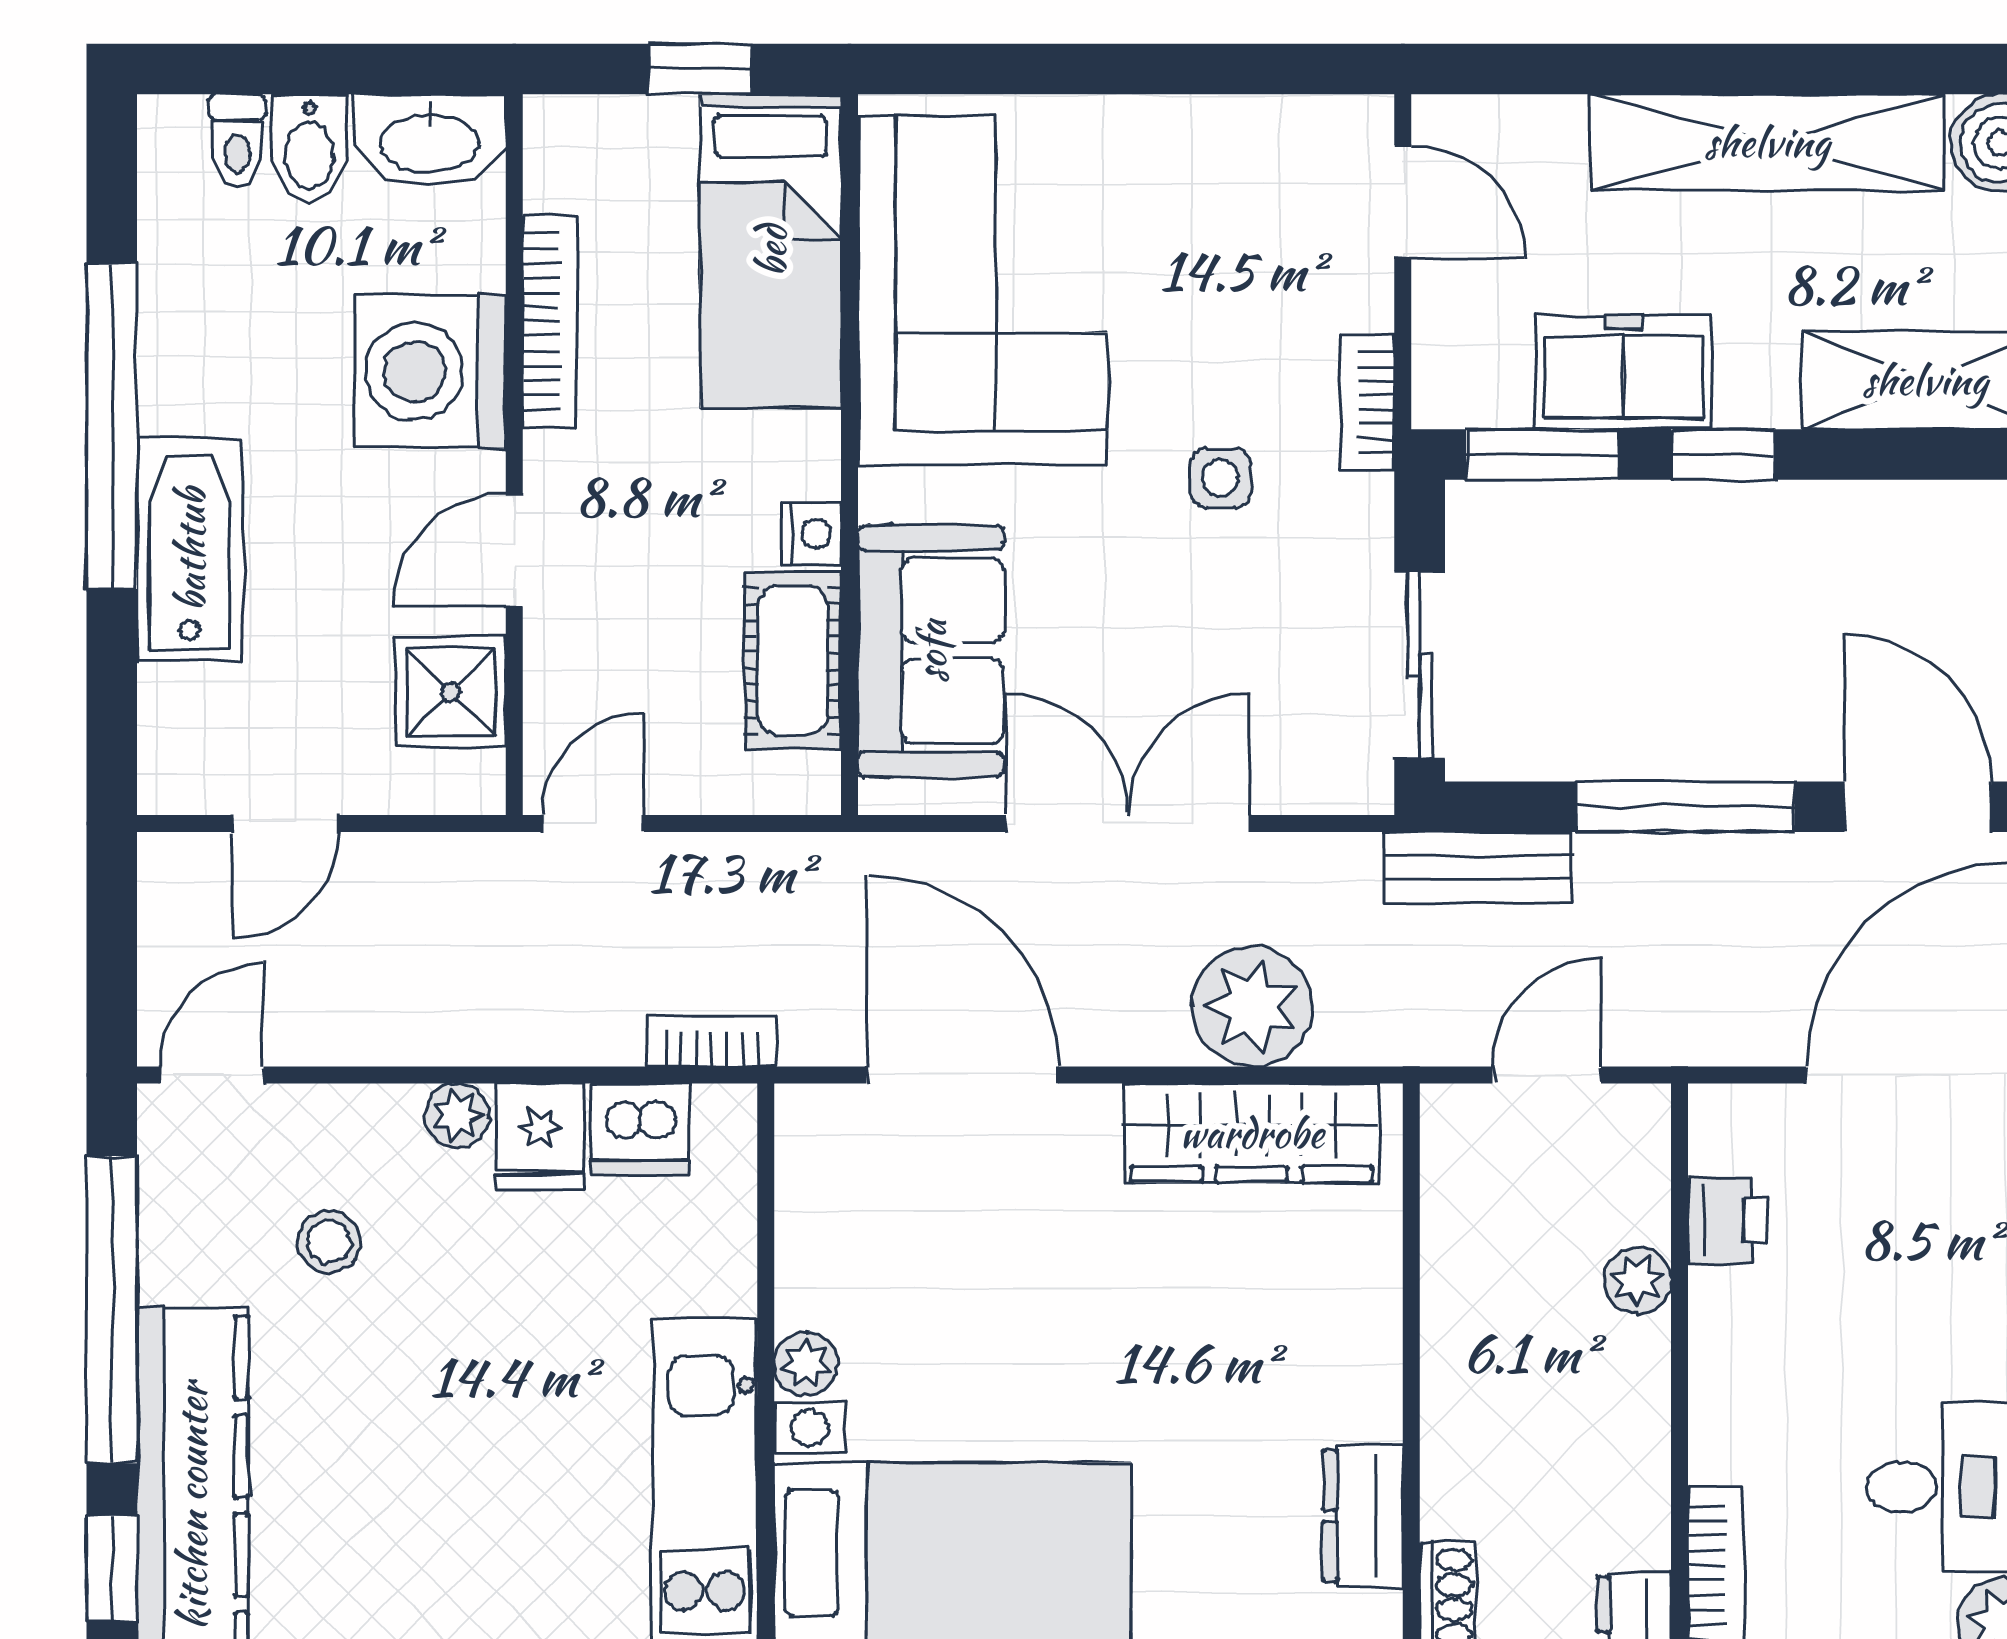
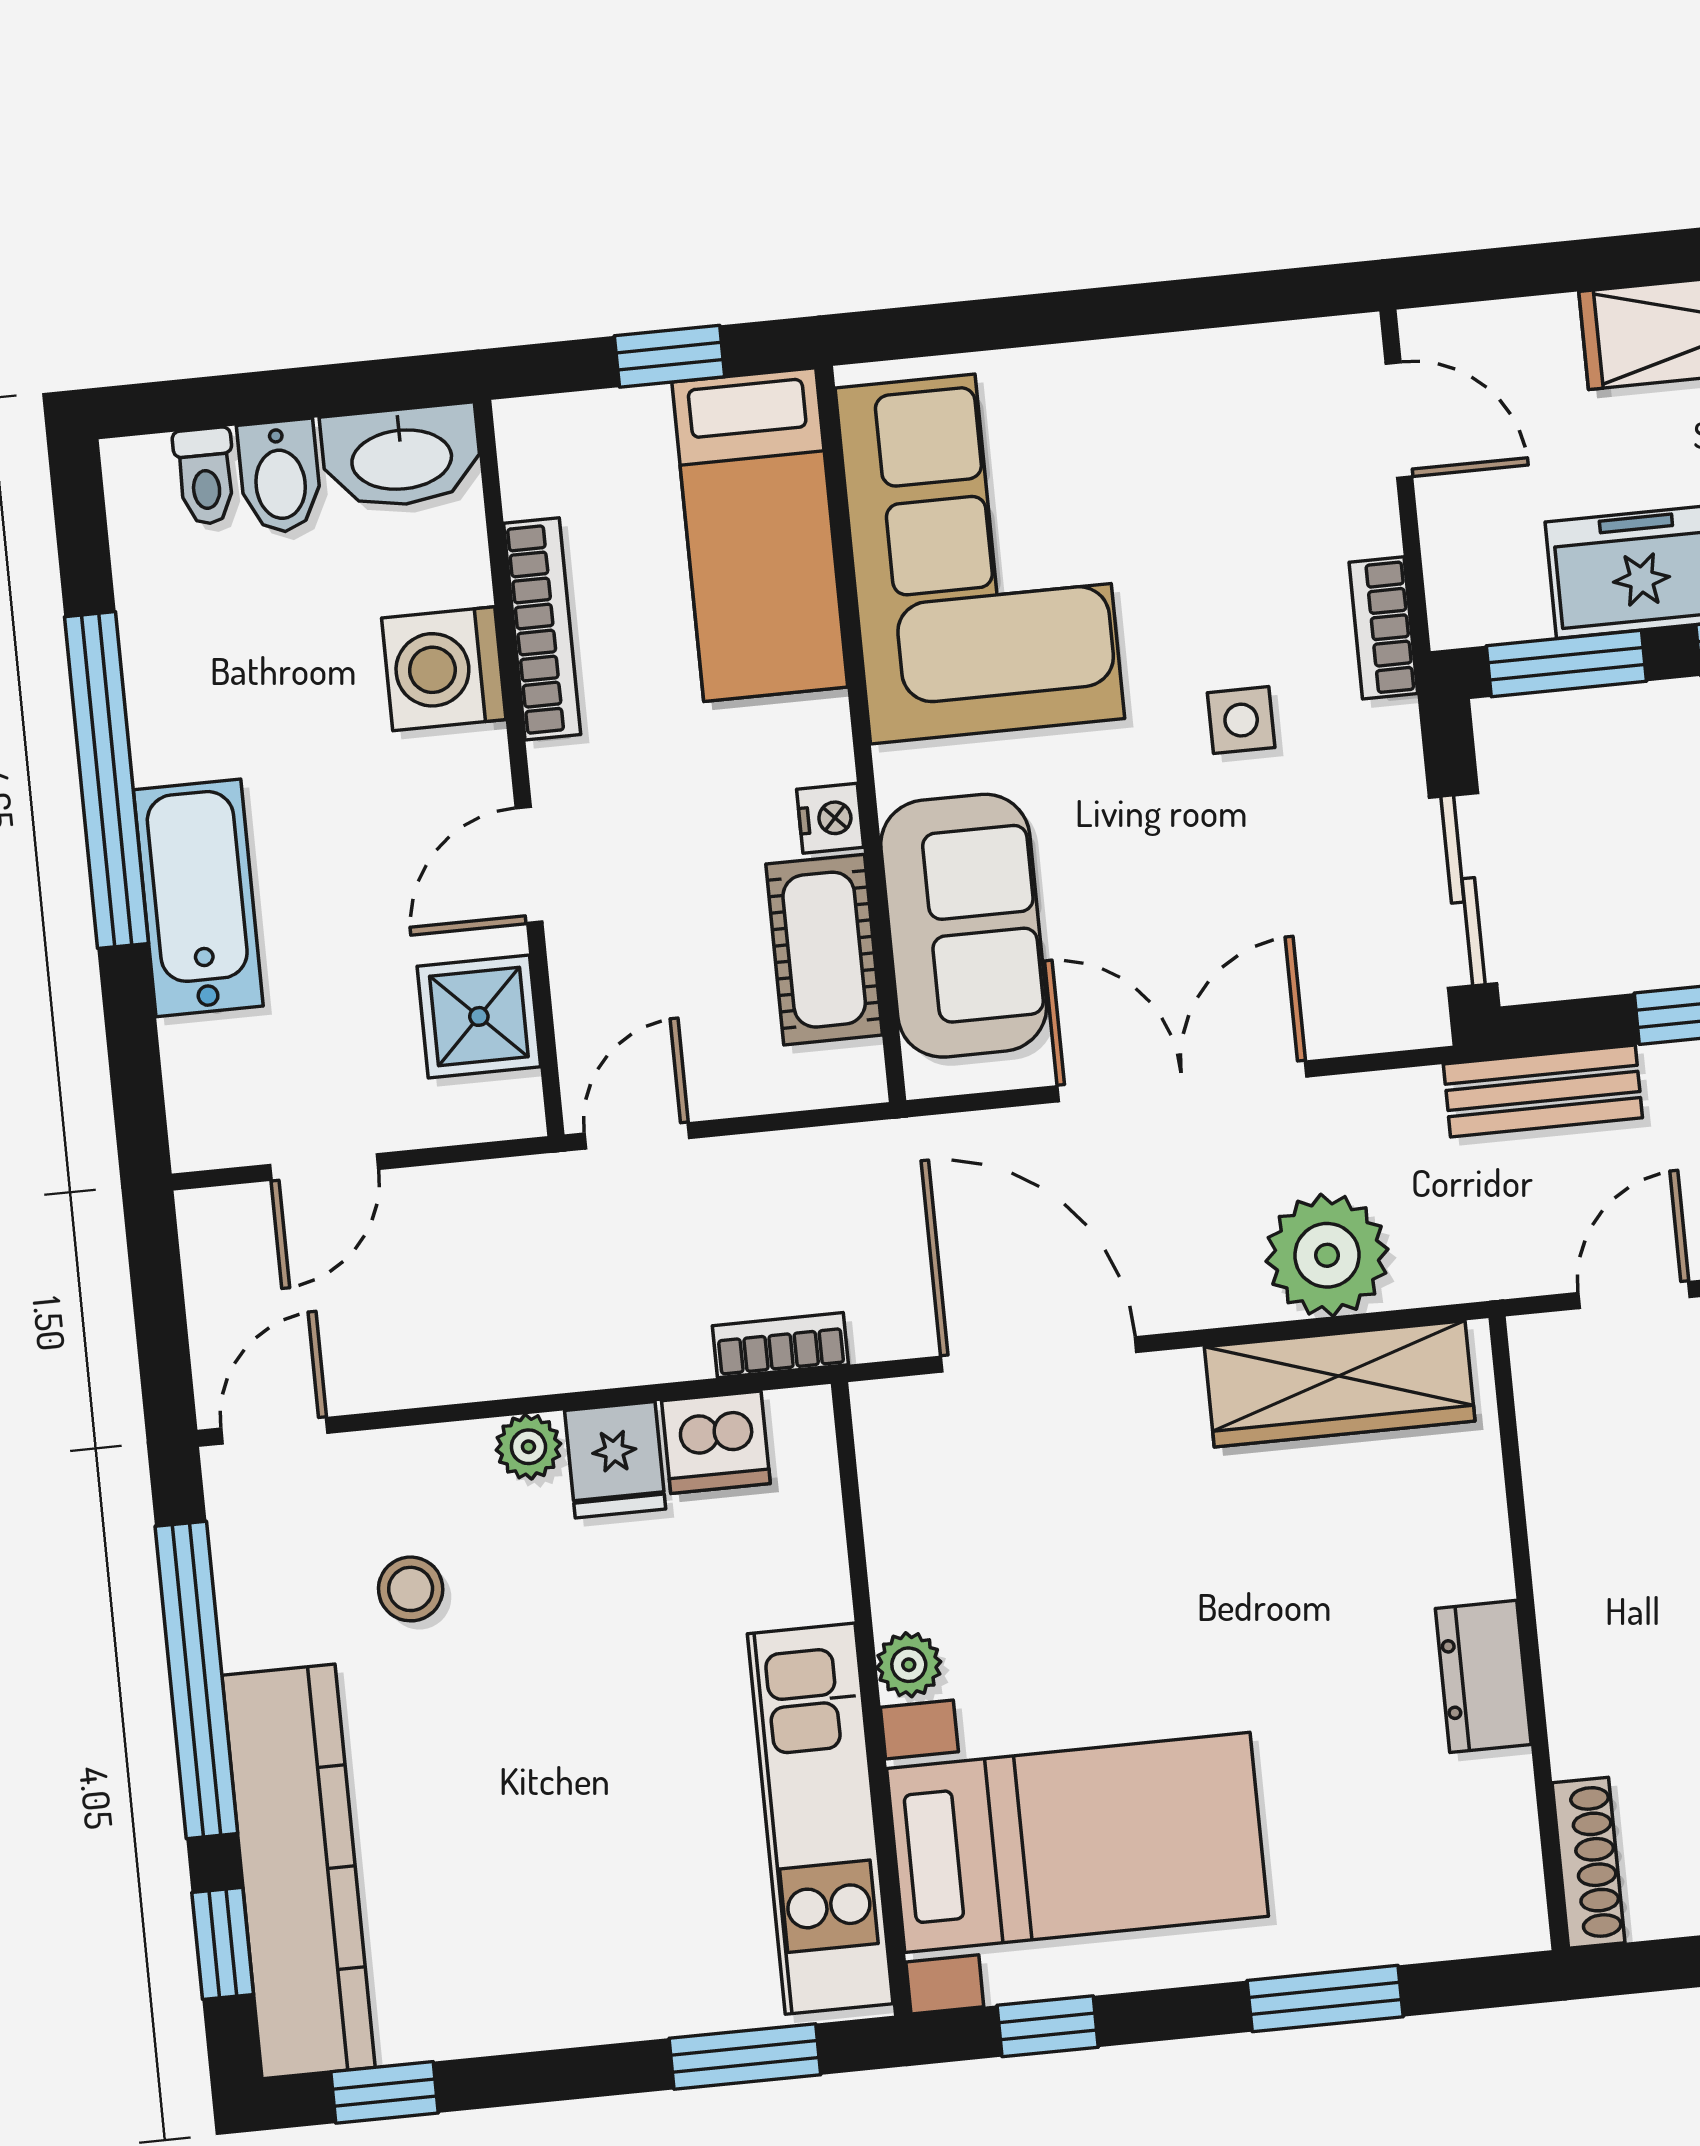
washing machine: (430, 371) -> (444, 669), width x0.73, depth x0.73
dresser: (1363, 1516) -> (1483, 1676), moved

